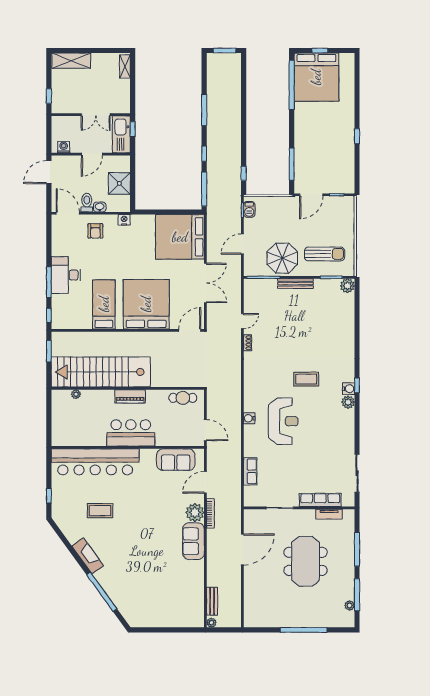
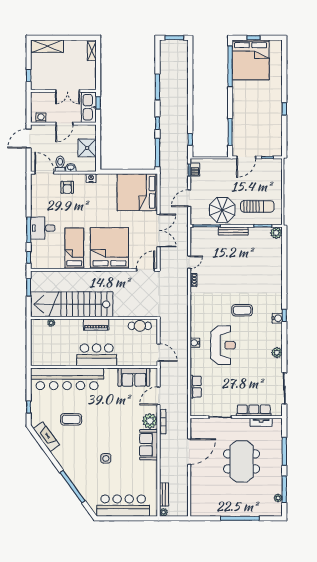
desk: (66, 275) -> (43, 228), width x0.73
plant: (348, 402) -> (277, 353), moved
fireplace: (88, 556) -> (46, 437), moved
side table: (142, 558) -> (106, 458), added
bar counter: (163, 615) -> (123, 506), added

